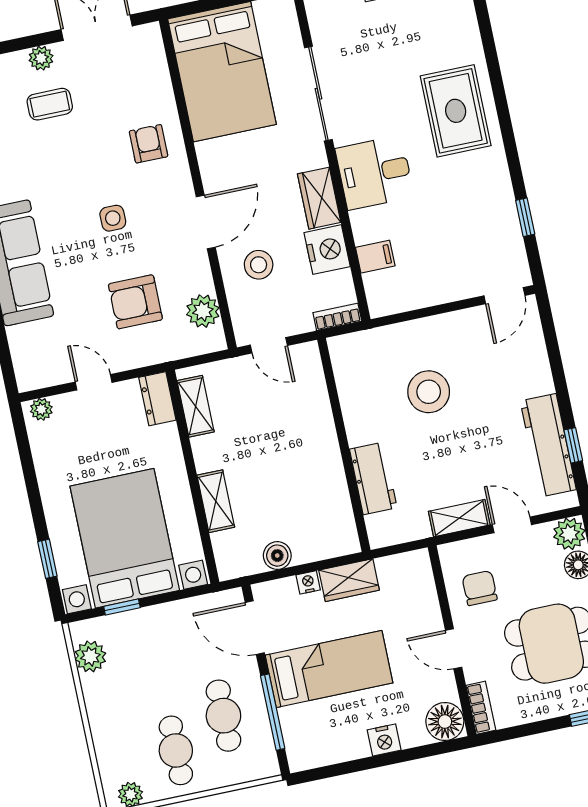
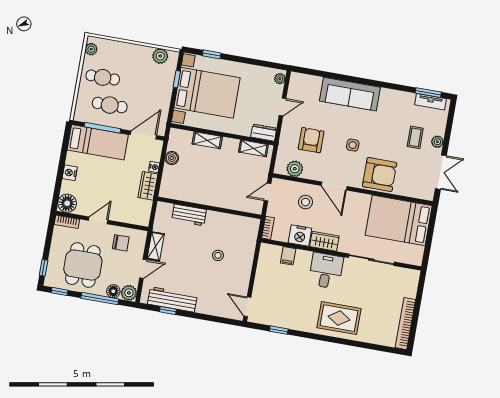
armchair: (149, 144) -> (380, 175), width x1.88, depth x1.88
stool: (429, 392) -> (218, 255), width x0.53, depth x0.53
bed: (329, 669) -> (98, 142), moved, turned -90

